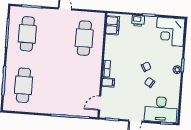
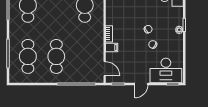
cafe table: (52, 87) -> (56, 56), added
door: (100, 103) -> (105, 69), swing flipped

